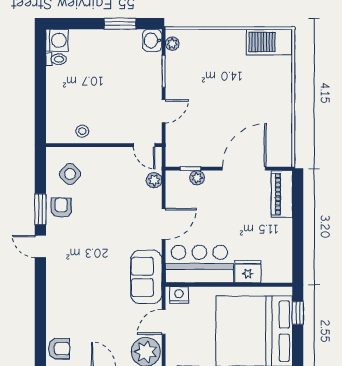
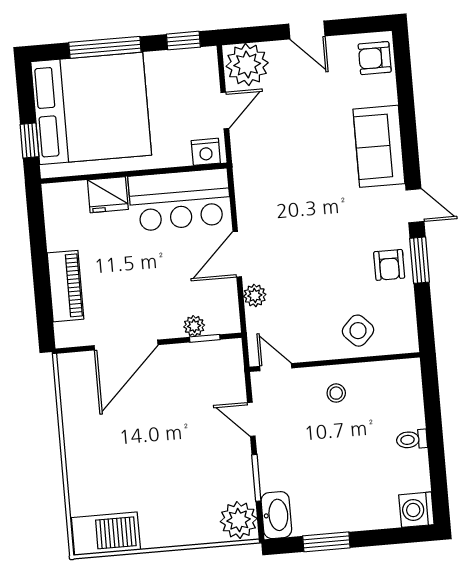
washbasin: (152, 40) -> (276, 515), width x1.38
plant: (172, 44) -> (239, 520), width x1.88, depth x1.88
toilet: (56, 59) -> (412, 439), moved
door: (164, 111) -> (251, 419), hinge flipped
stool: (82, 131) -> (336, 393), moved
side table: (70, 174) -> (358, 331), moved
plant: (154, 180) -> (255, 295), moved
piano: (282, 194) -> (65, 286), moved
sofa: (146, 277) -> (379, 146), moved, turned 180

